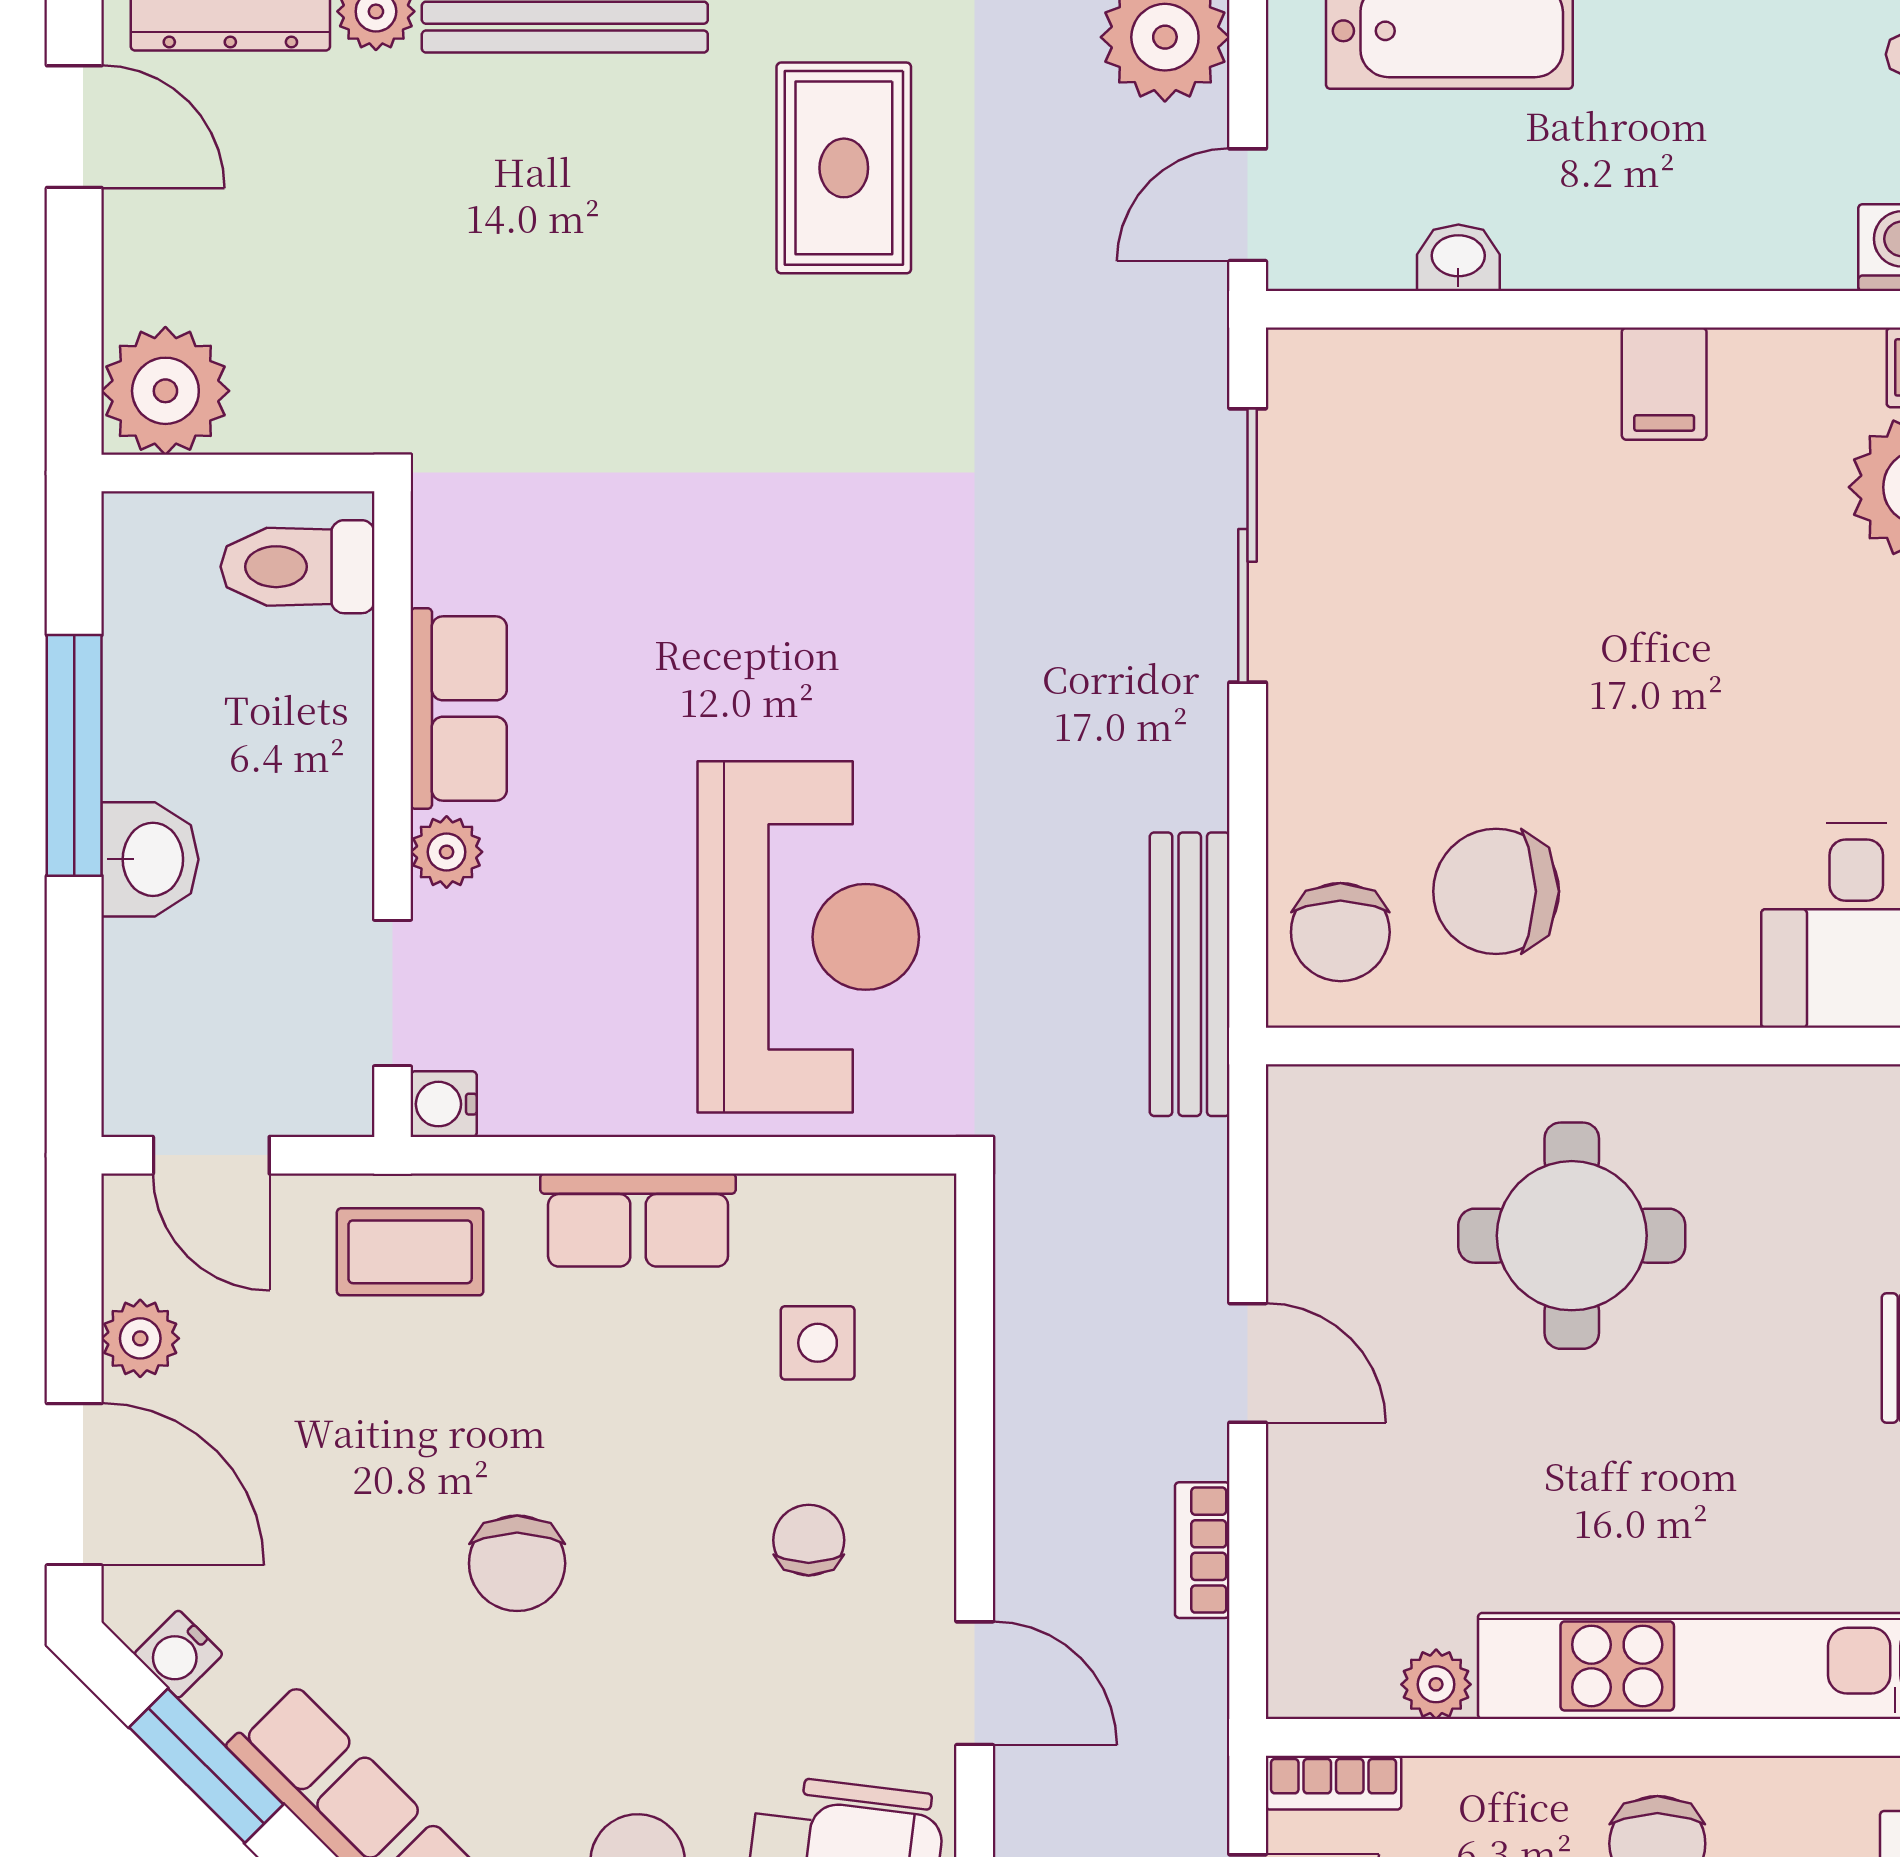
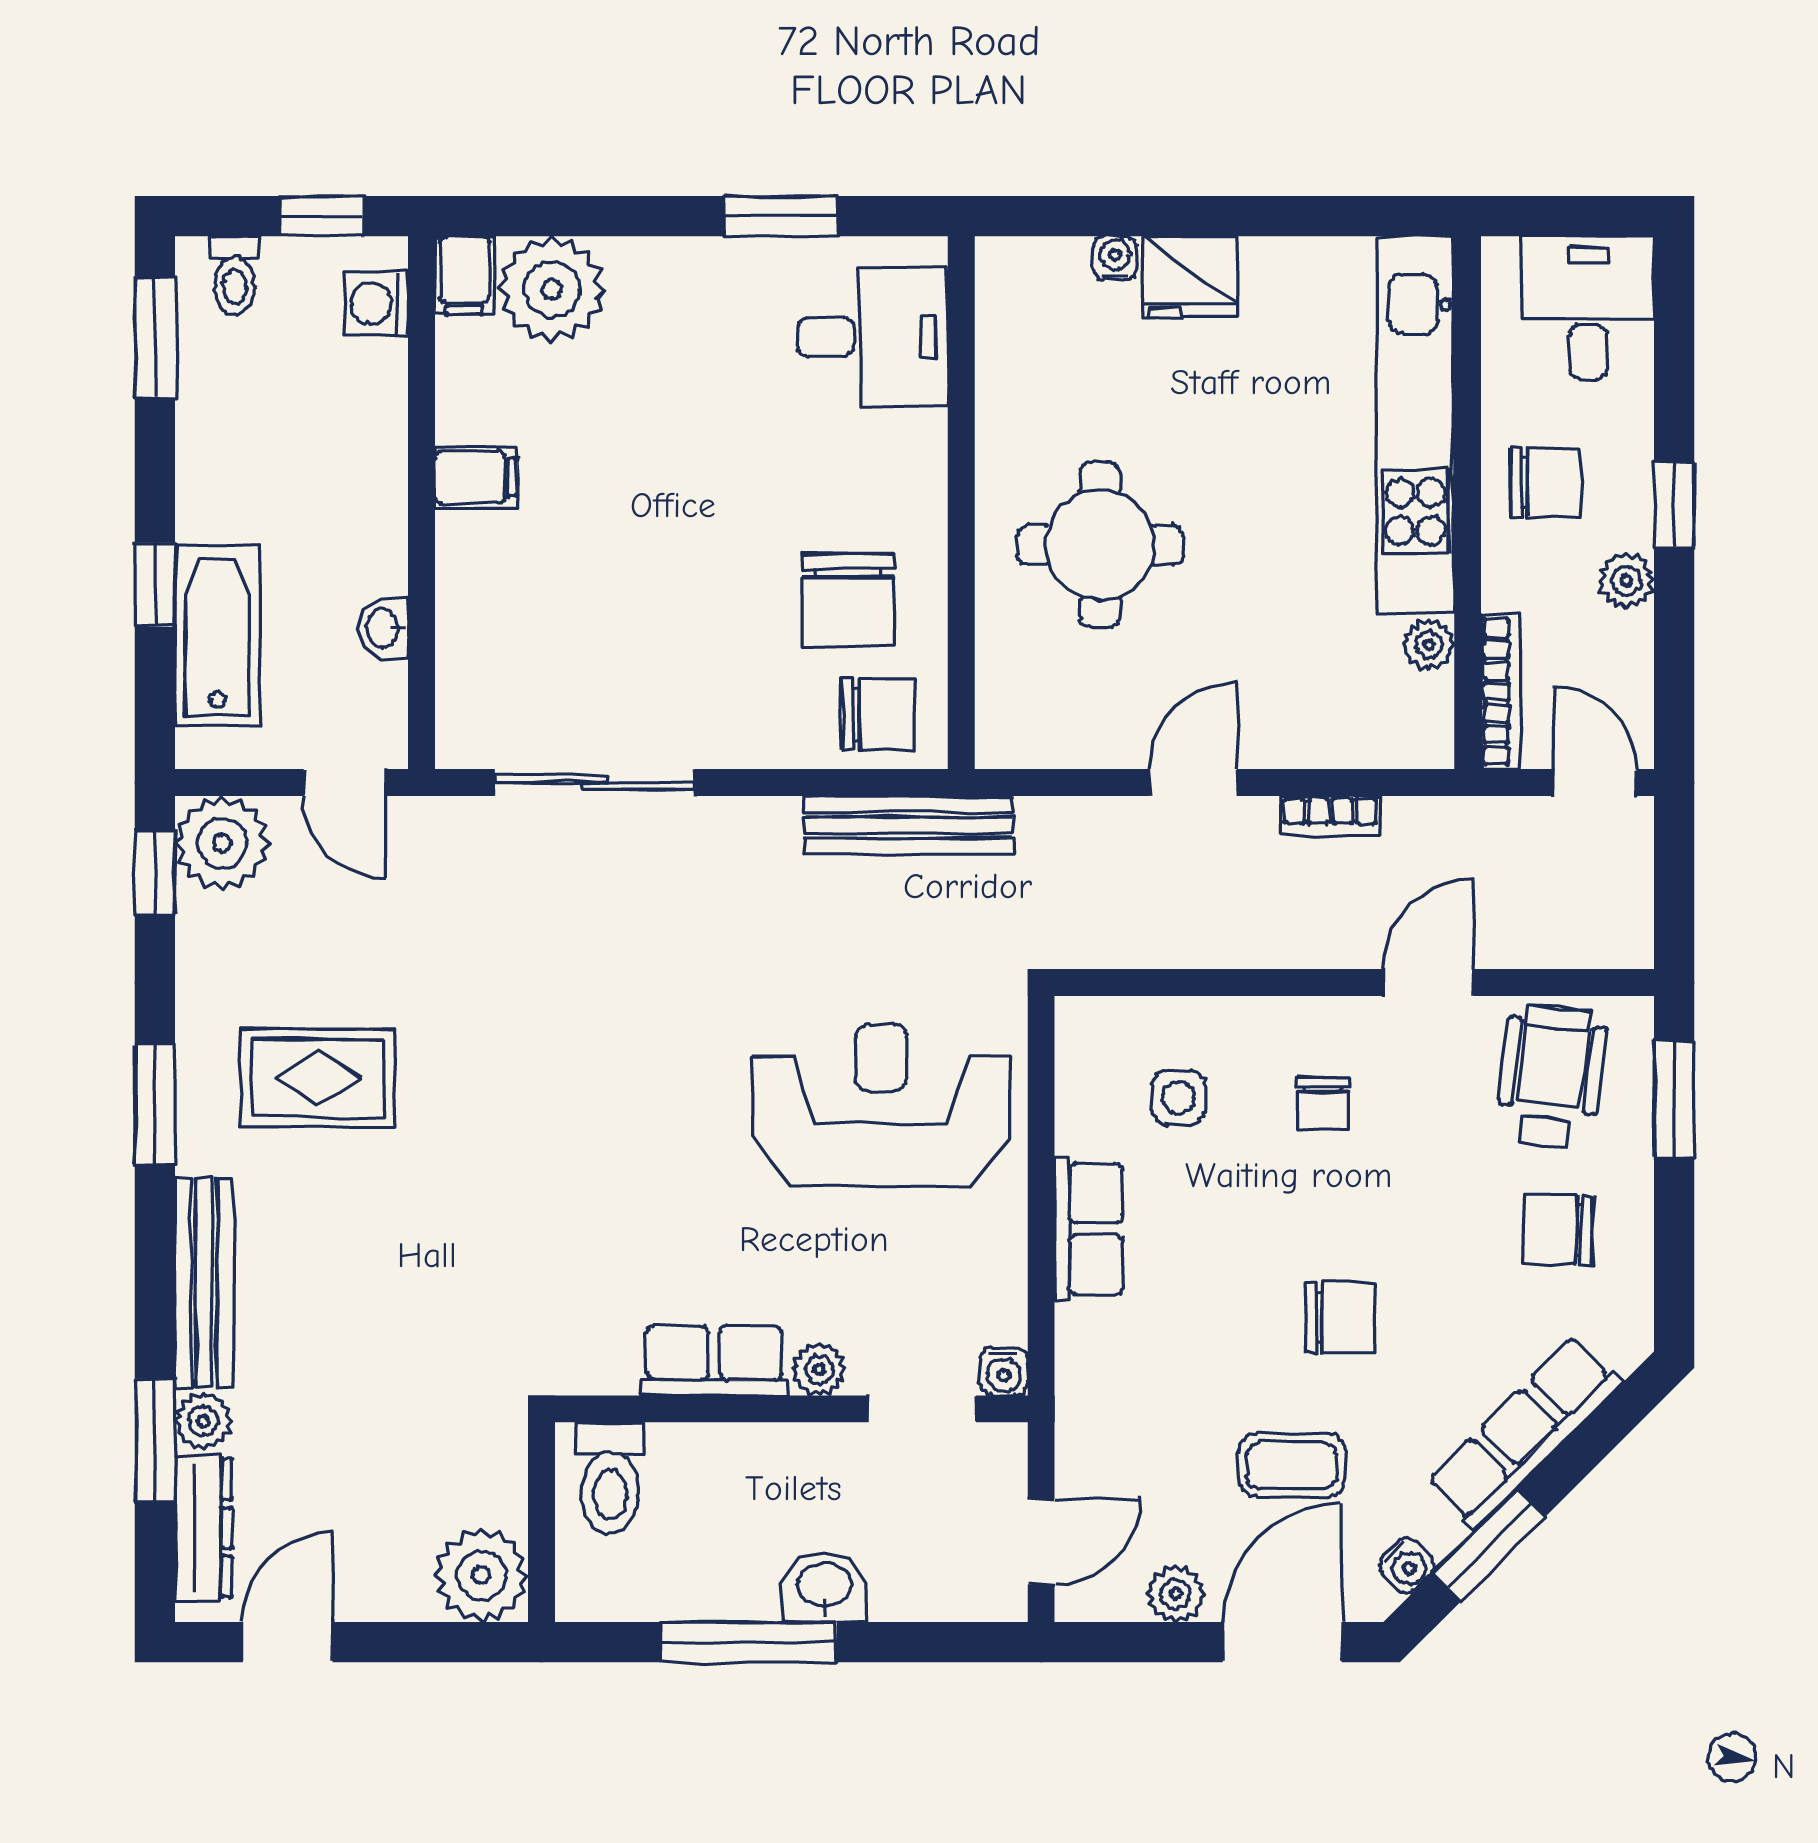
coffee table: (410, 1252) -> (1292, 1465), moved, turned 90
chair: (809, 1540) -> (1323, 1104), turned -90
bookcase: (1333, 1783) -> (1501, 692), width x1.56

